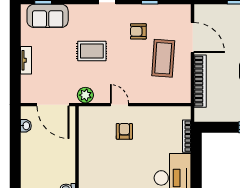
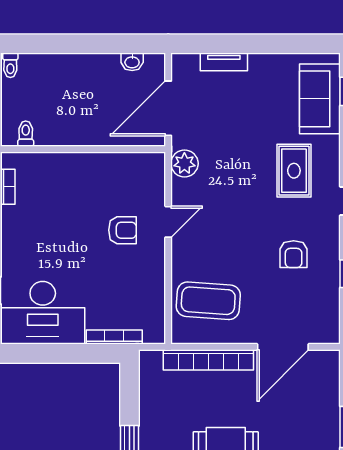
armchair: (138, 31) -> (294, 254), turned 180
rug: (92, 51) -> (294, 171), moved
coffee table: (163, 58) -> (208, 301), moved
tv unit: (26, 60) -> (224, 62), moved

